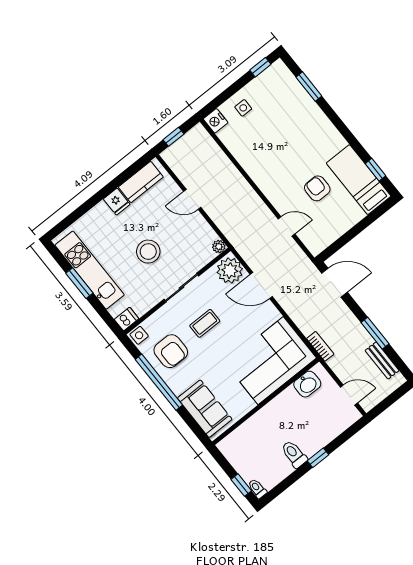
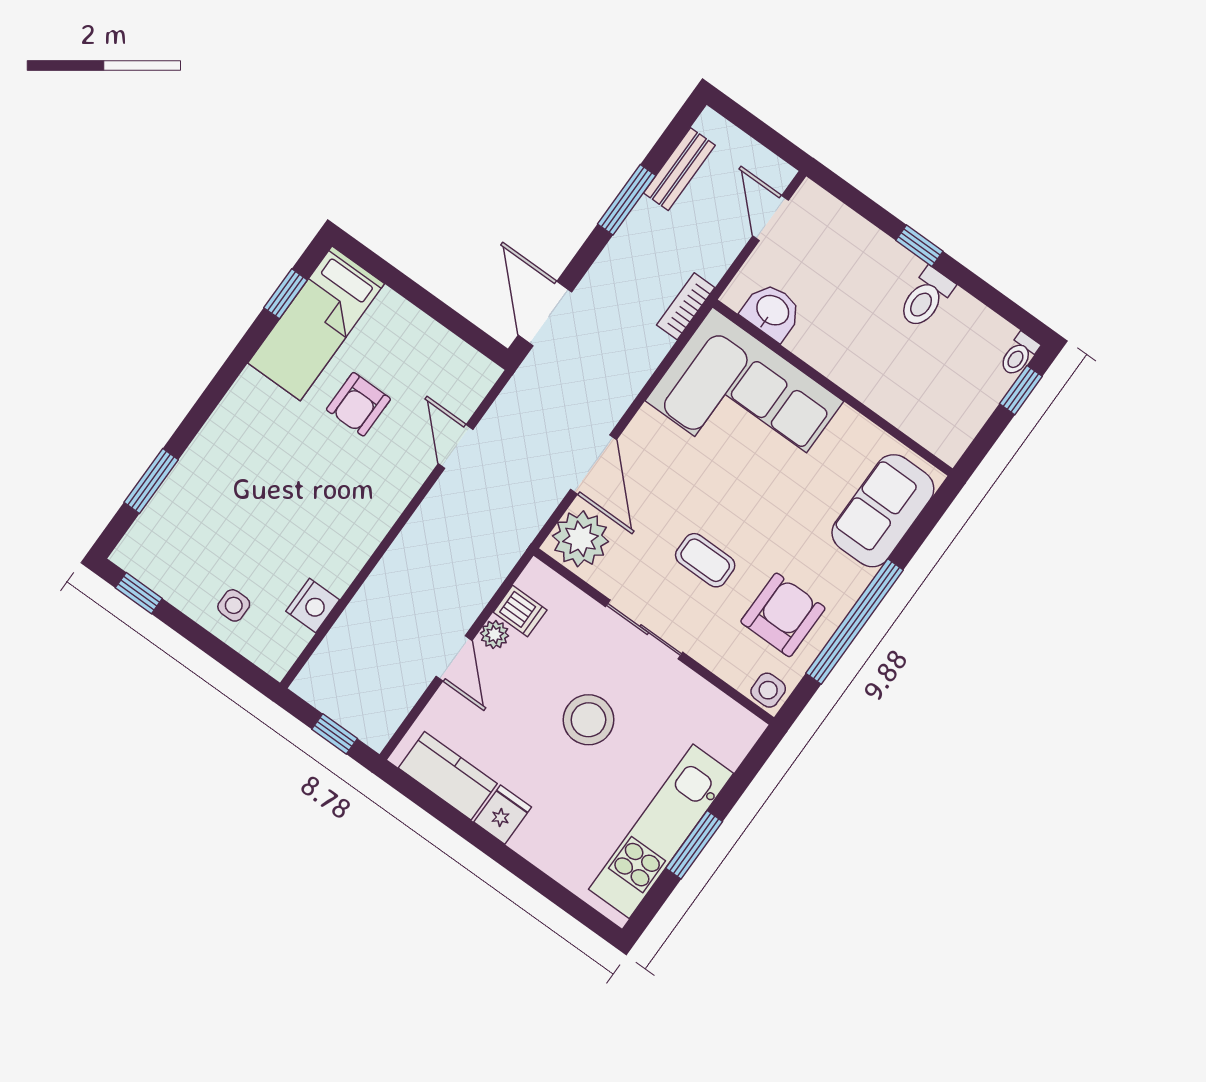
nightstand: (216, 121) -> (313, 605), moved
plant: (219, 247) -> (495, 634), moved
dishwasher: (127, 319) -> (520, 611), moved, turned 180

